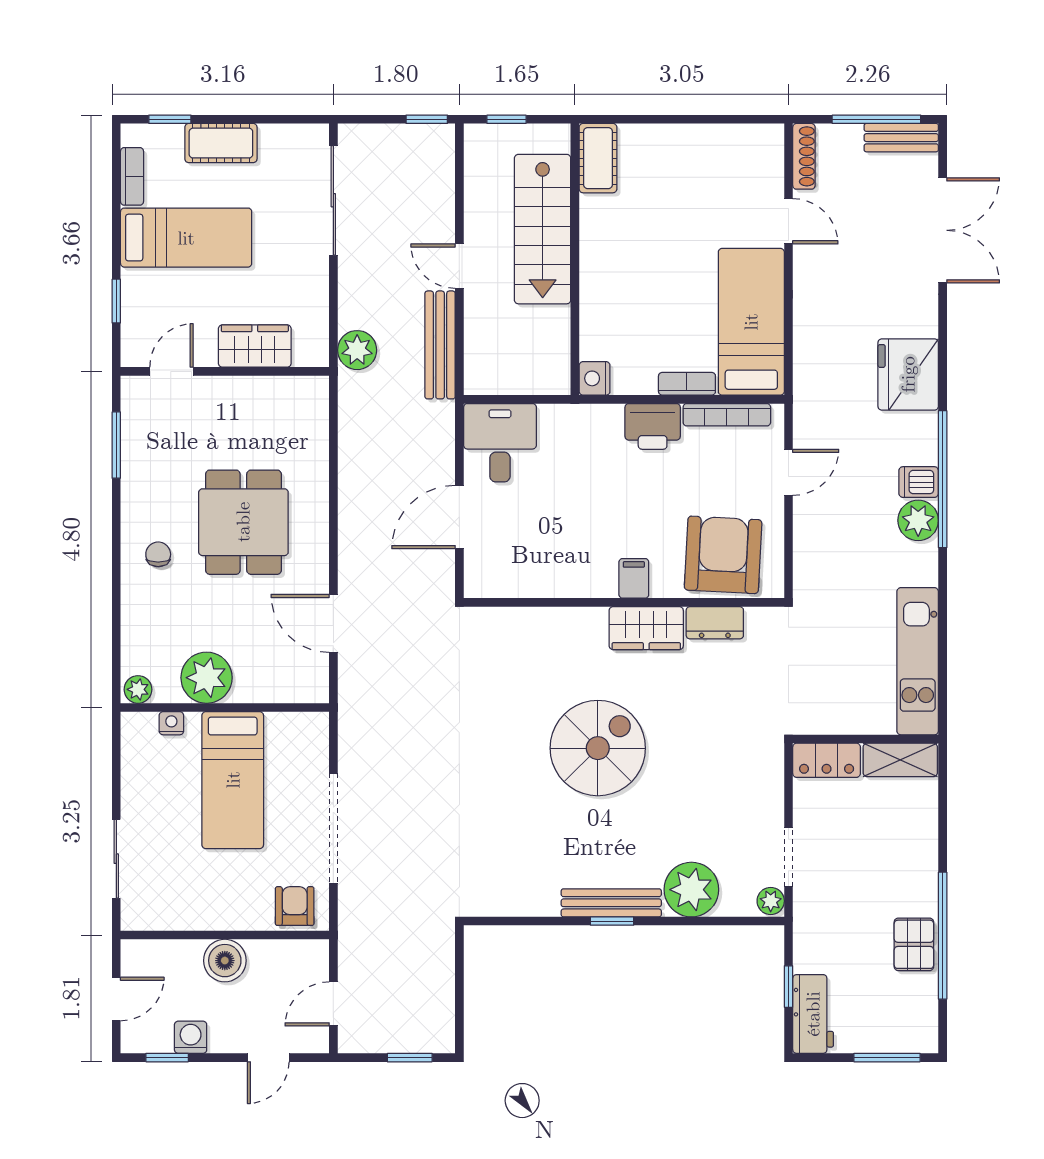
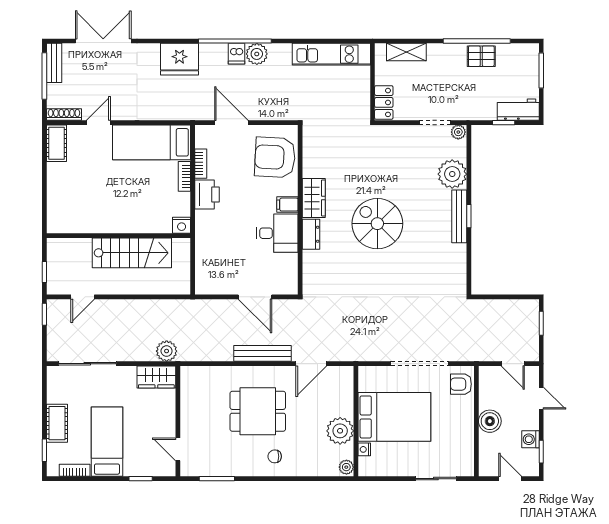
cot: (598, 158) -> (57, 143), moved, turned 90
stairs: (543, 229) -> (132, 253), moved
door: (459, 266) -> (83, 297), moved
bench: (440, 345) -> (263, 353), moved
wardrobe: (255, 346) -> (156, 377), moved, turned -90
bookcase: (727, 415) -> (201, 164), width x0.64
desk: (500, 443) -> (277, 233), moved, turned 180
door: (789, 472) -> (231, 123), width x1.38
dresser: (715, 623) -> (311, 234), moved
shelving: (900, 760) -> (406, 52), moved, turned 90
bed: (233, 780) -> (394, 417), width x1.50

